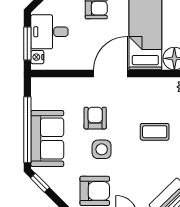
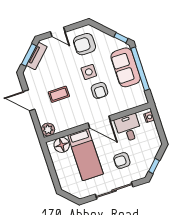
desk: (49, 32) -> (128, 128), moved, turned -90
window: (27, 43) -> (158, 124), removed
door: (110, 73) -> (99, 122), hinge flipped

